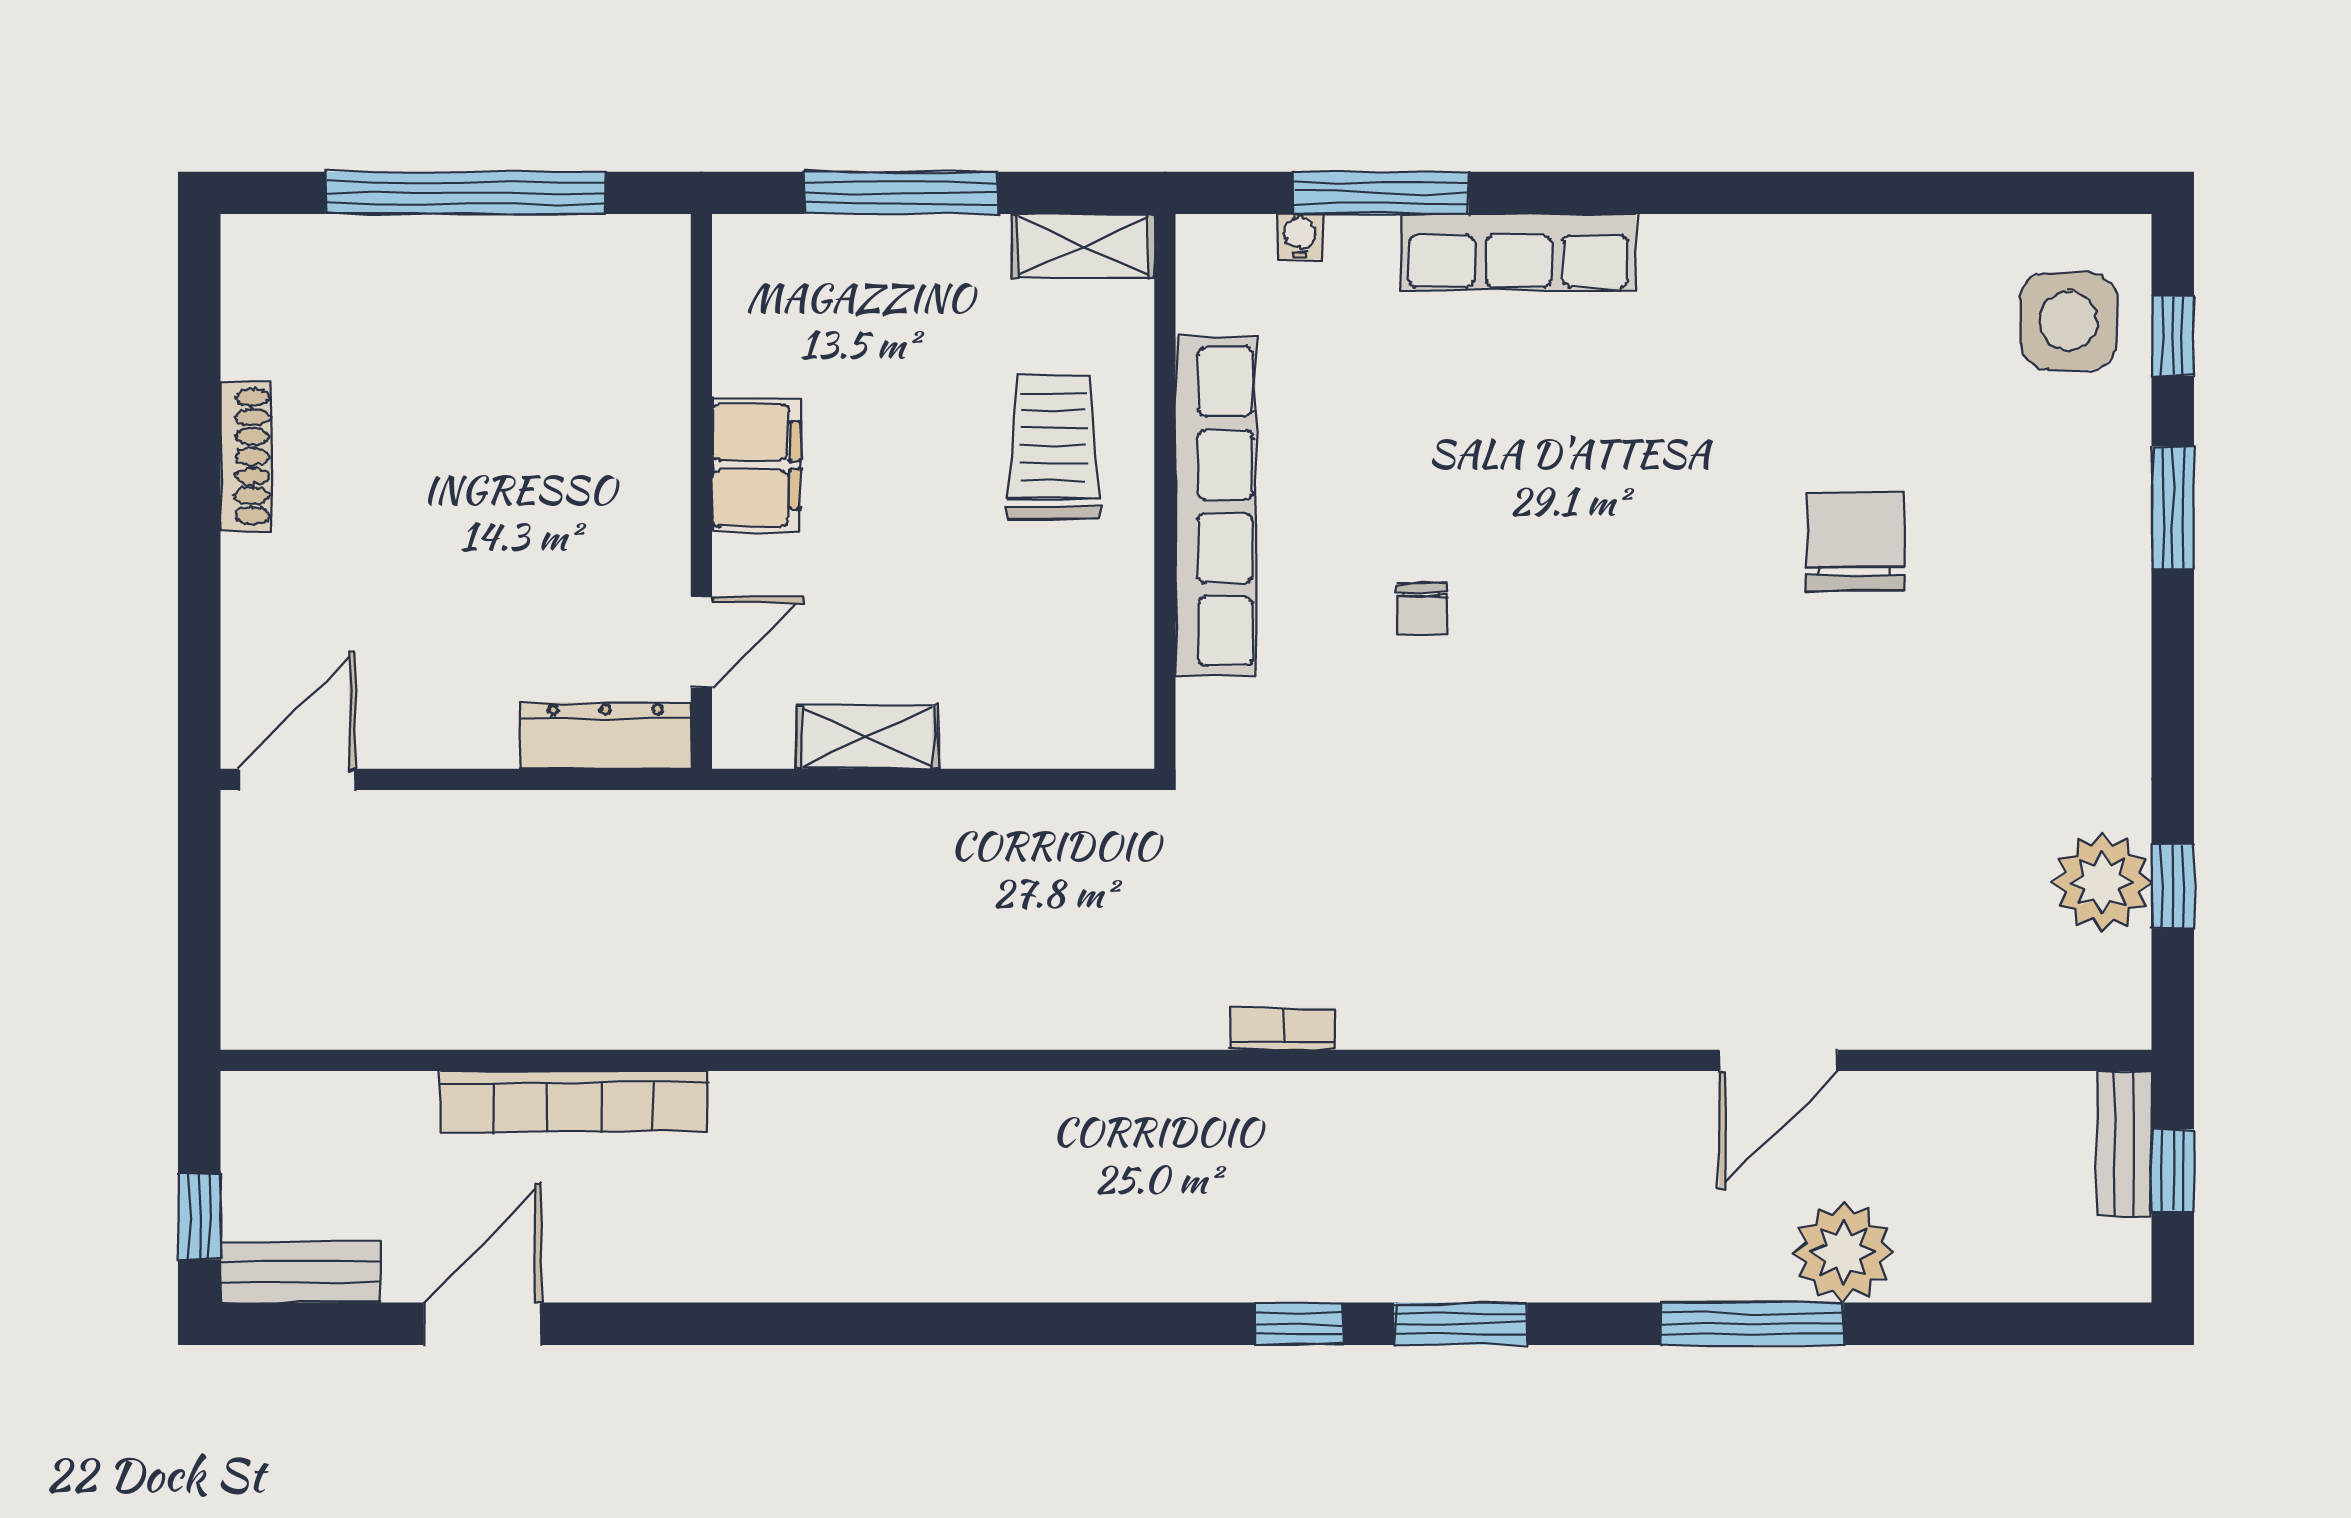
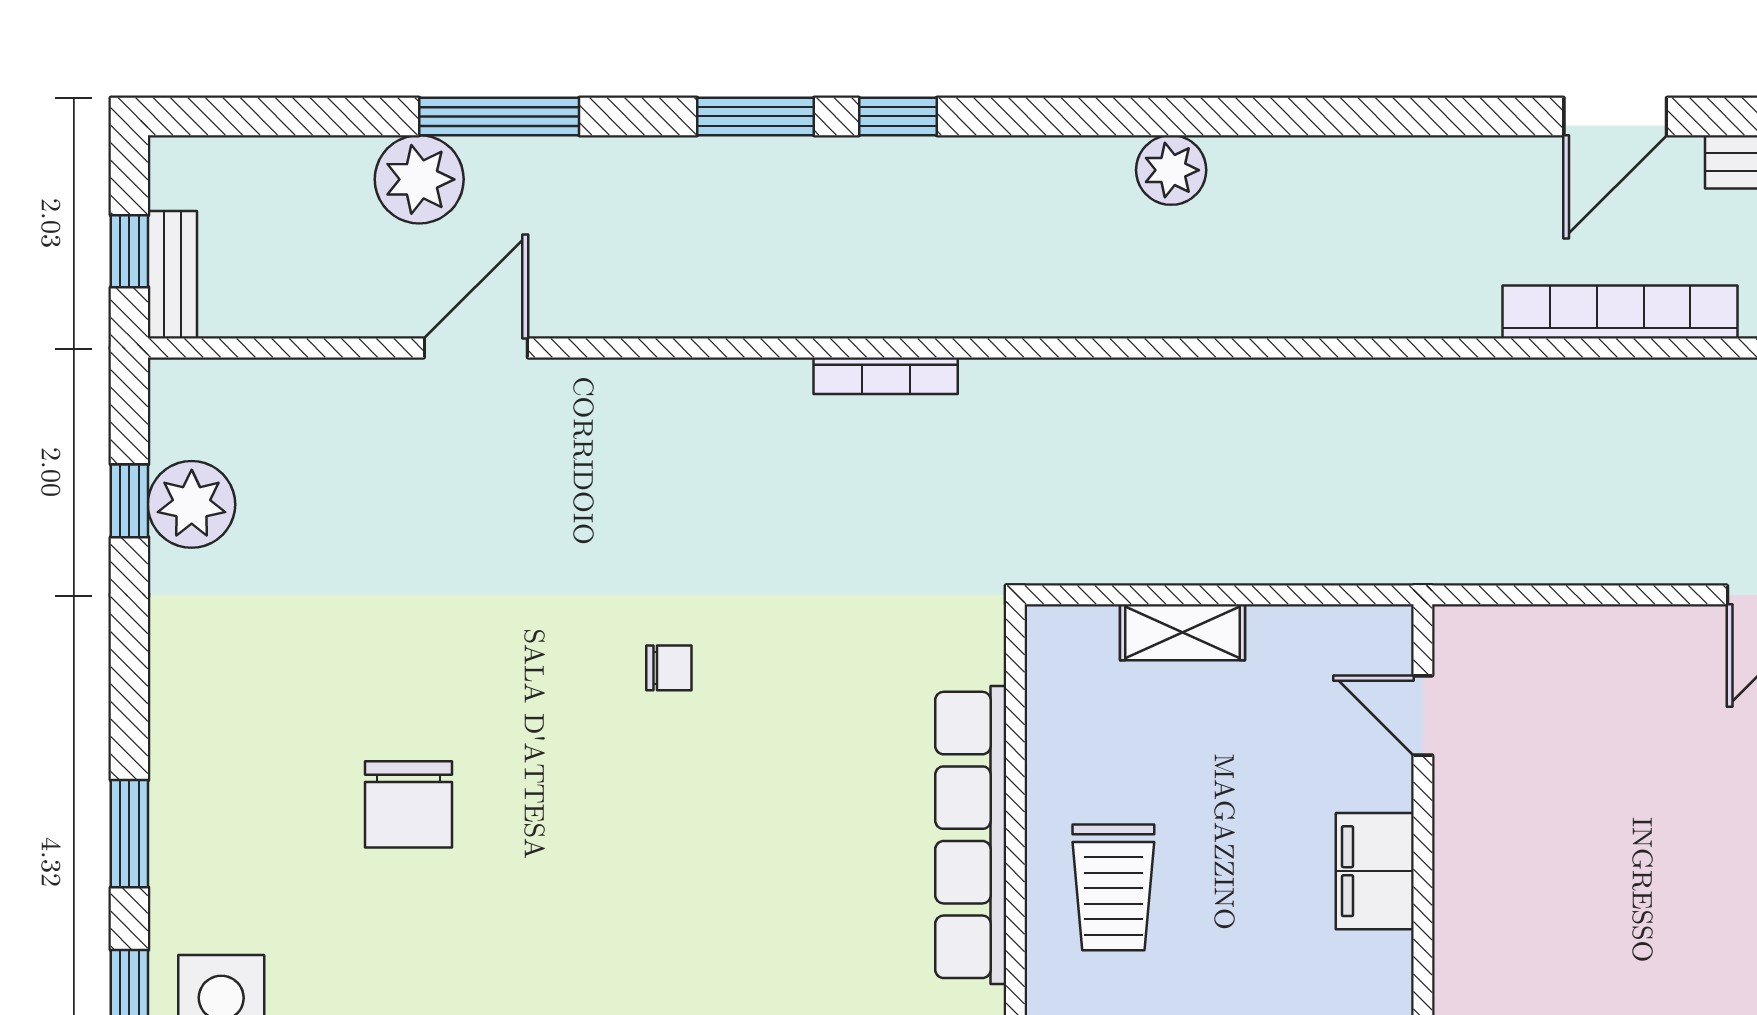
chair: (1422, 609) -> (669, 668), moved, turned 90
door: (701, 642) -> (1423, 715), hinge flipped
dresser: (606, 735) -> (1507, 634), removed
shelving: (868, 737) -> (1182, 632), moved
bookcase: (1283, 1029) -> (886, 376), width x1.56
bookcase: (573, 1101) -> (1620, 312), moved
plant: (988, 1263) -> (1171, 170), added

